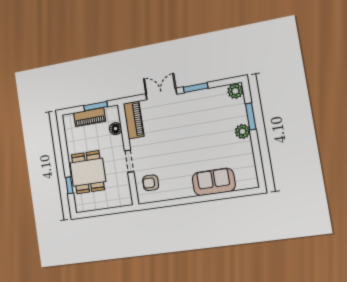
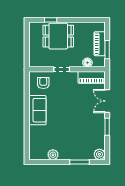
double door: (161, 94) -> (107, 101), swing flipped
plant: (242, 131) -> (53, 155), moved
sofa: (214, 182) -> (37, 110), moved

